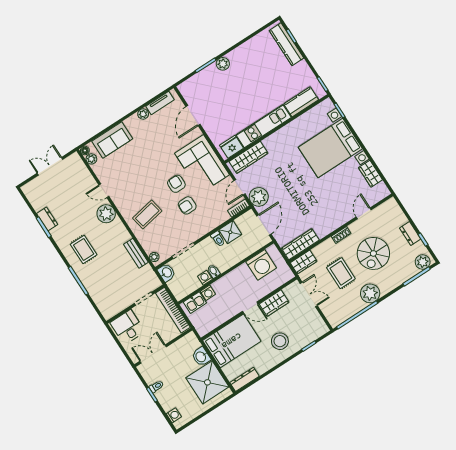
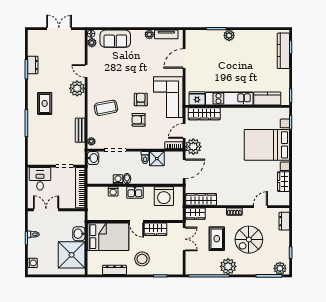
dresser: (410, 233) -> (284, 221), moved
kitchen sink: (195, 303) -> (135, 192), moved
dresser: (244, 379) -> (115, 270), moved

